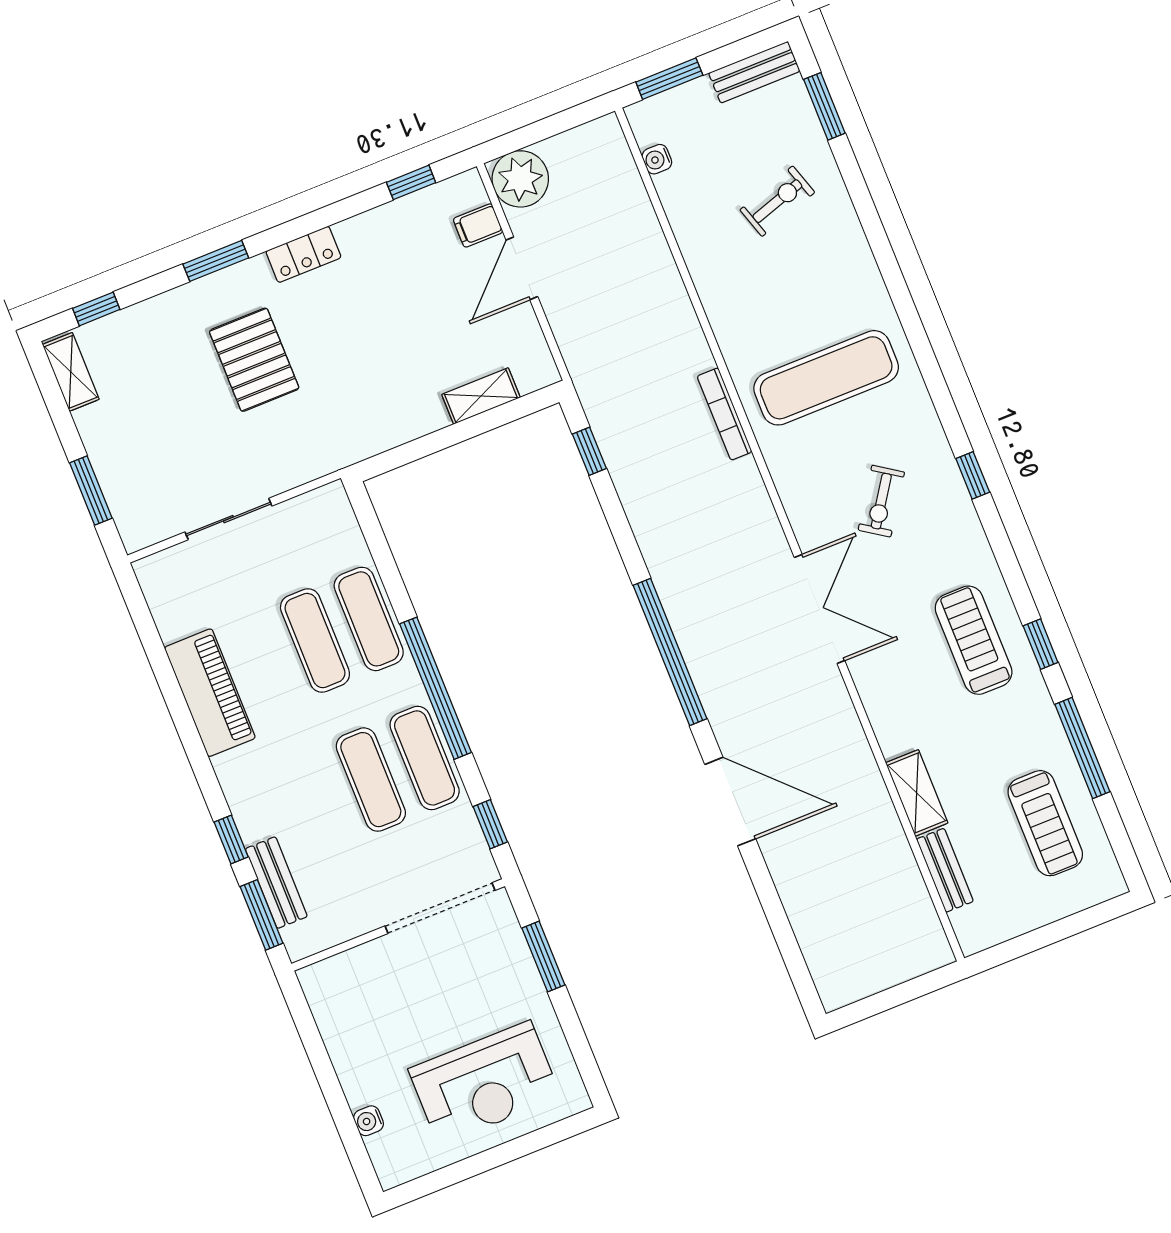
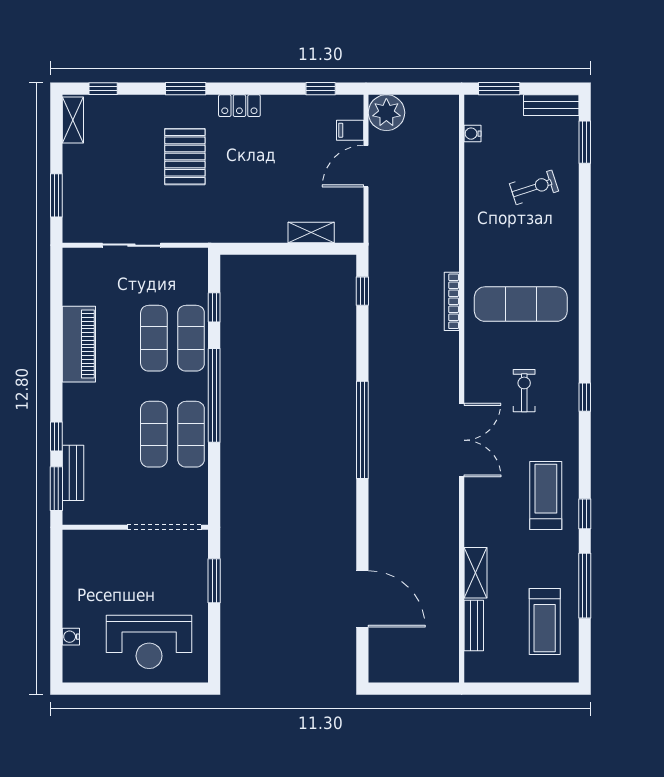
exercise bike: (881, 501) -> (524, 391), turned 146
door: (730, 802) -> (362, 599), moved
window: (490, 824) -> (214, 307), moved

